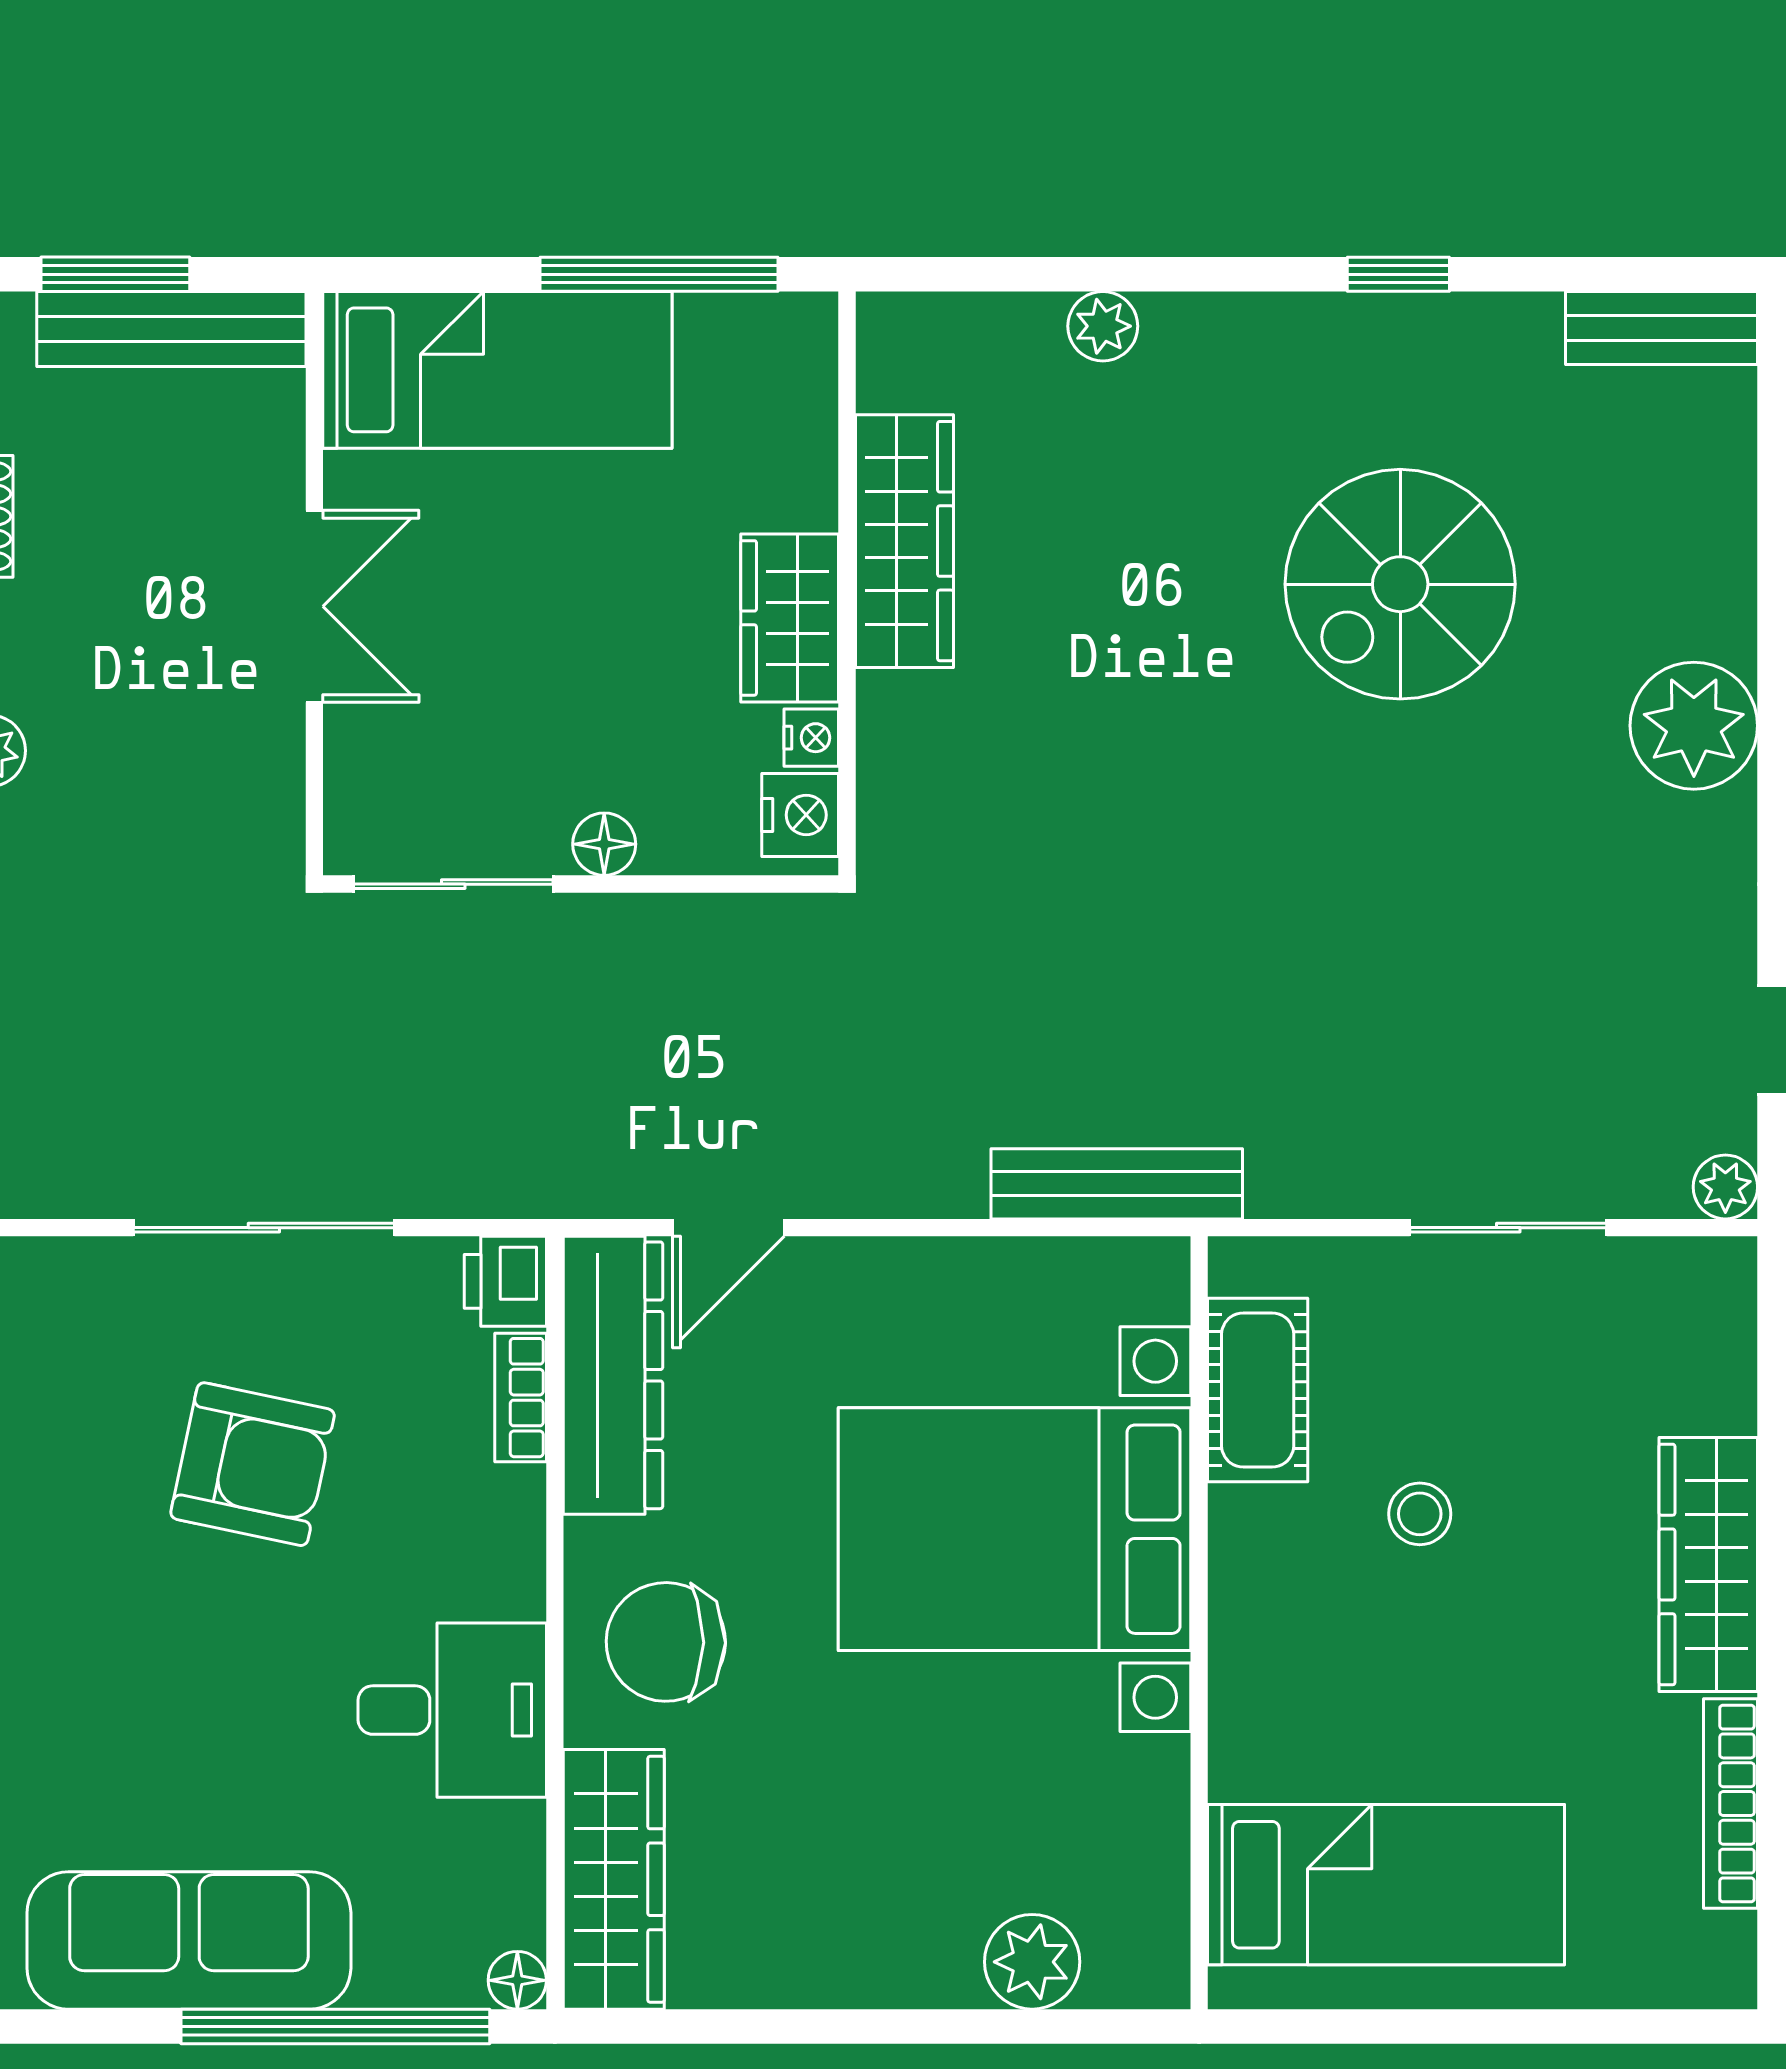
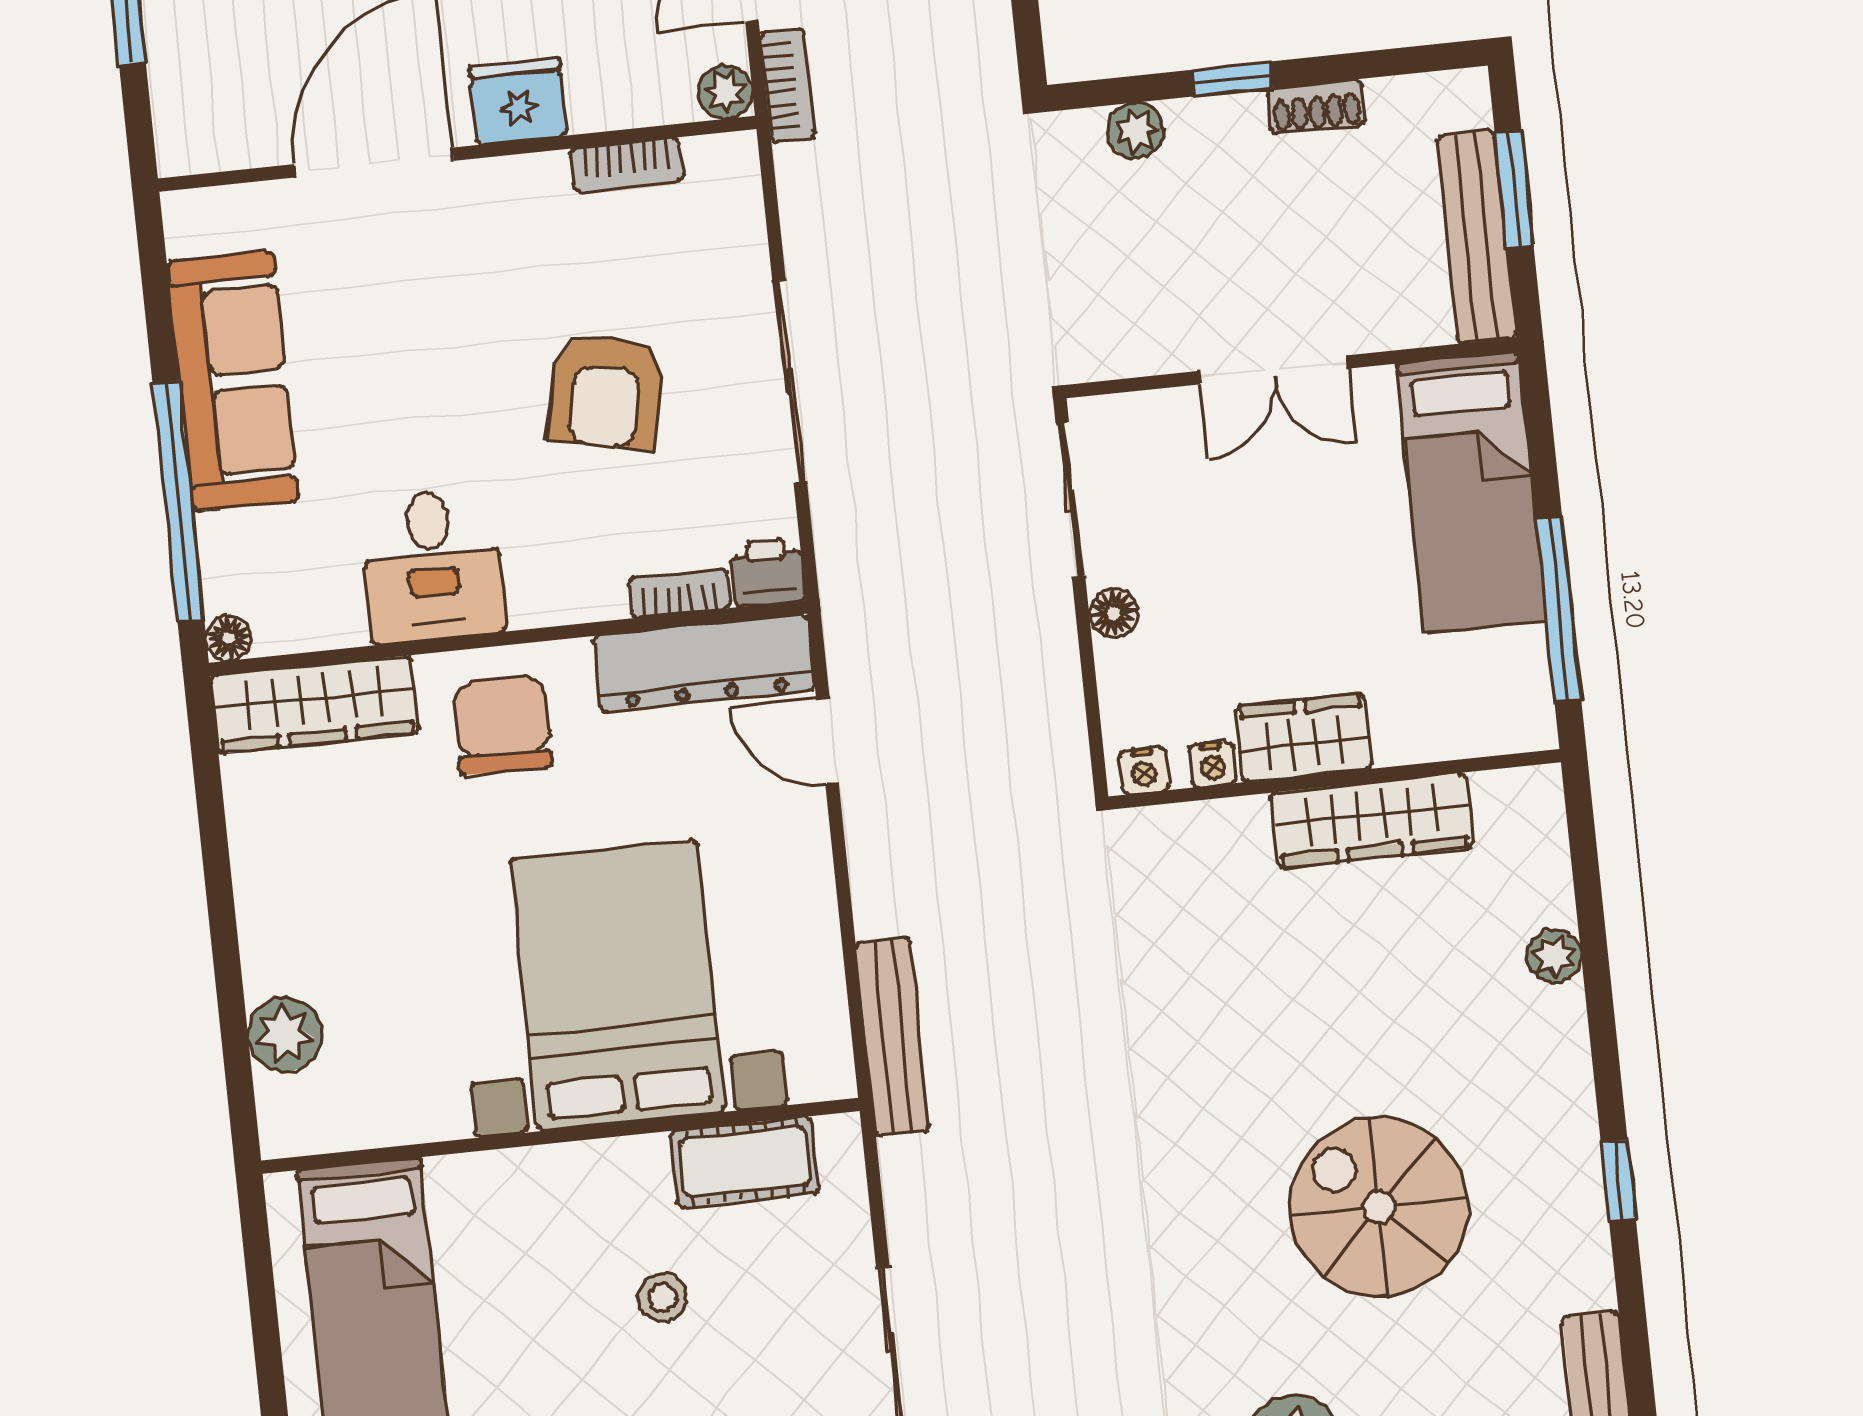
nightstand: (800, 815) -> (1144, 771), width x0.72, depth x0.74

